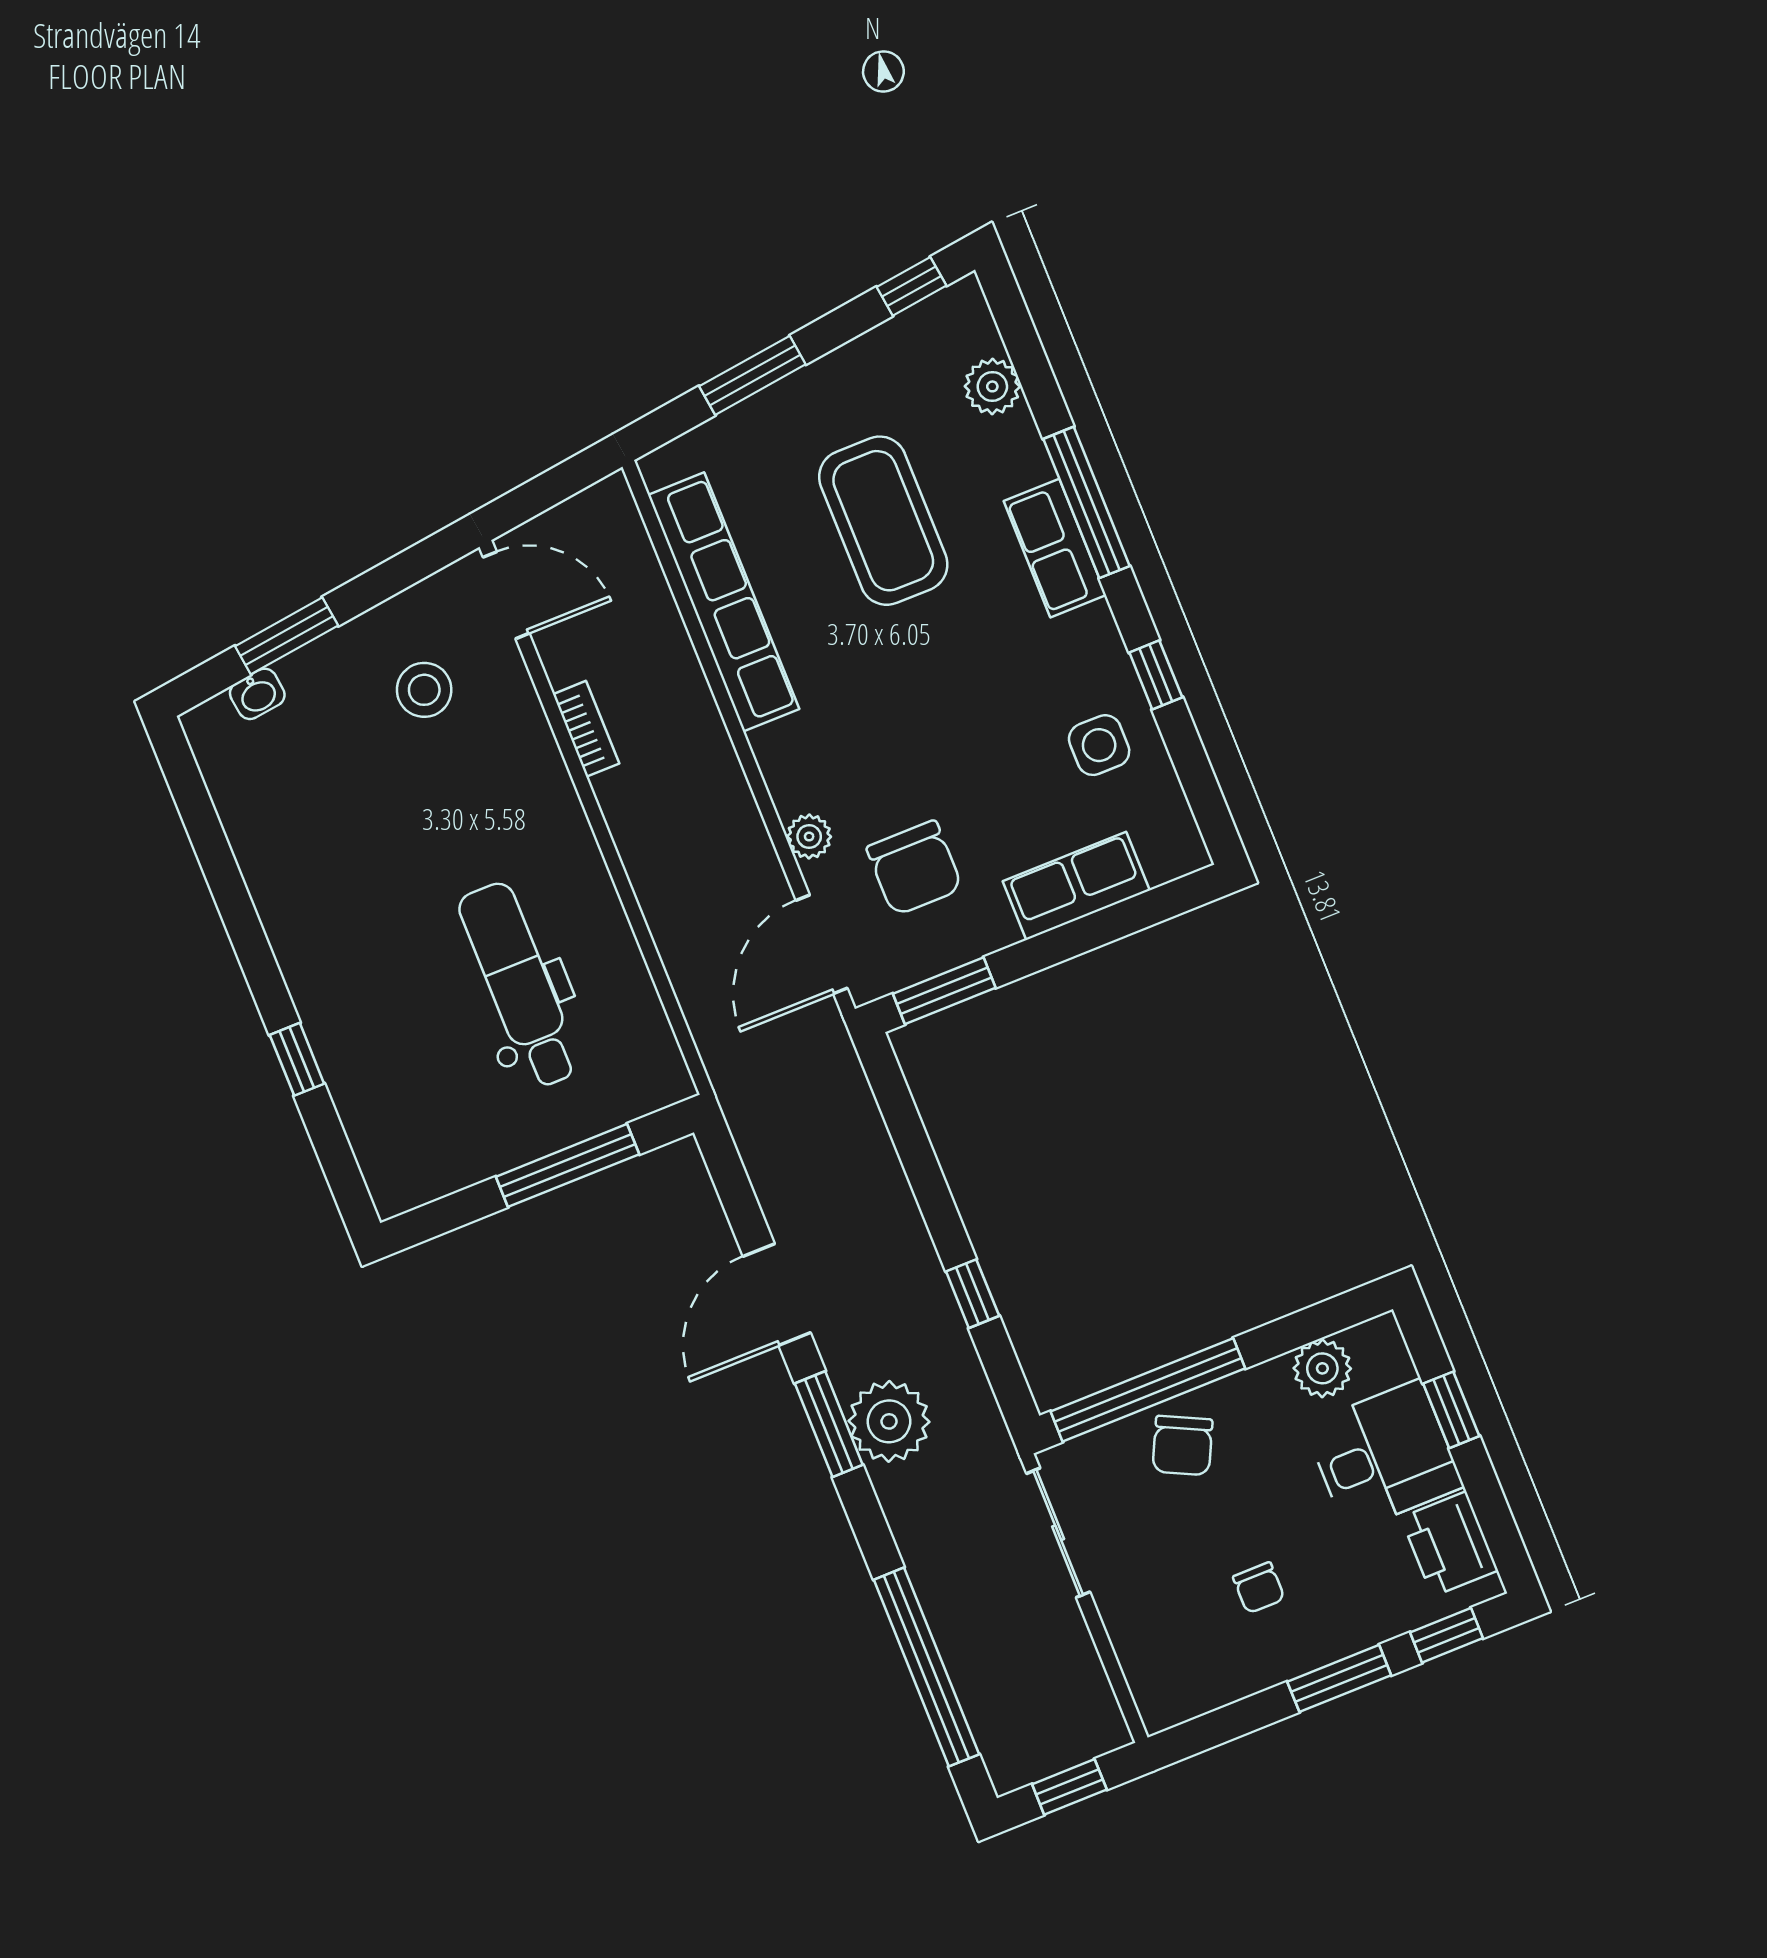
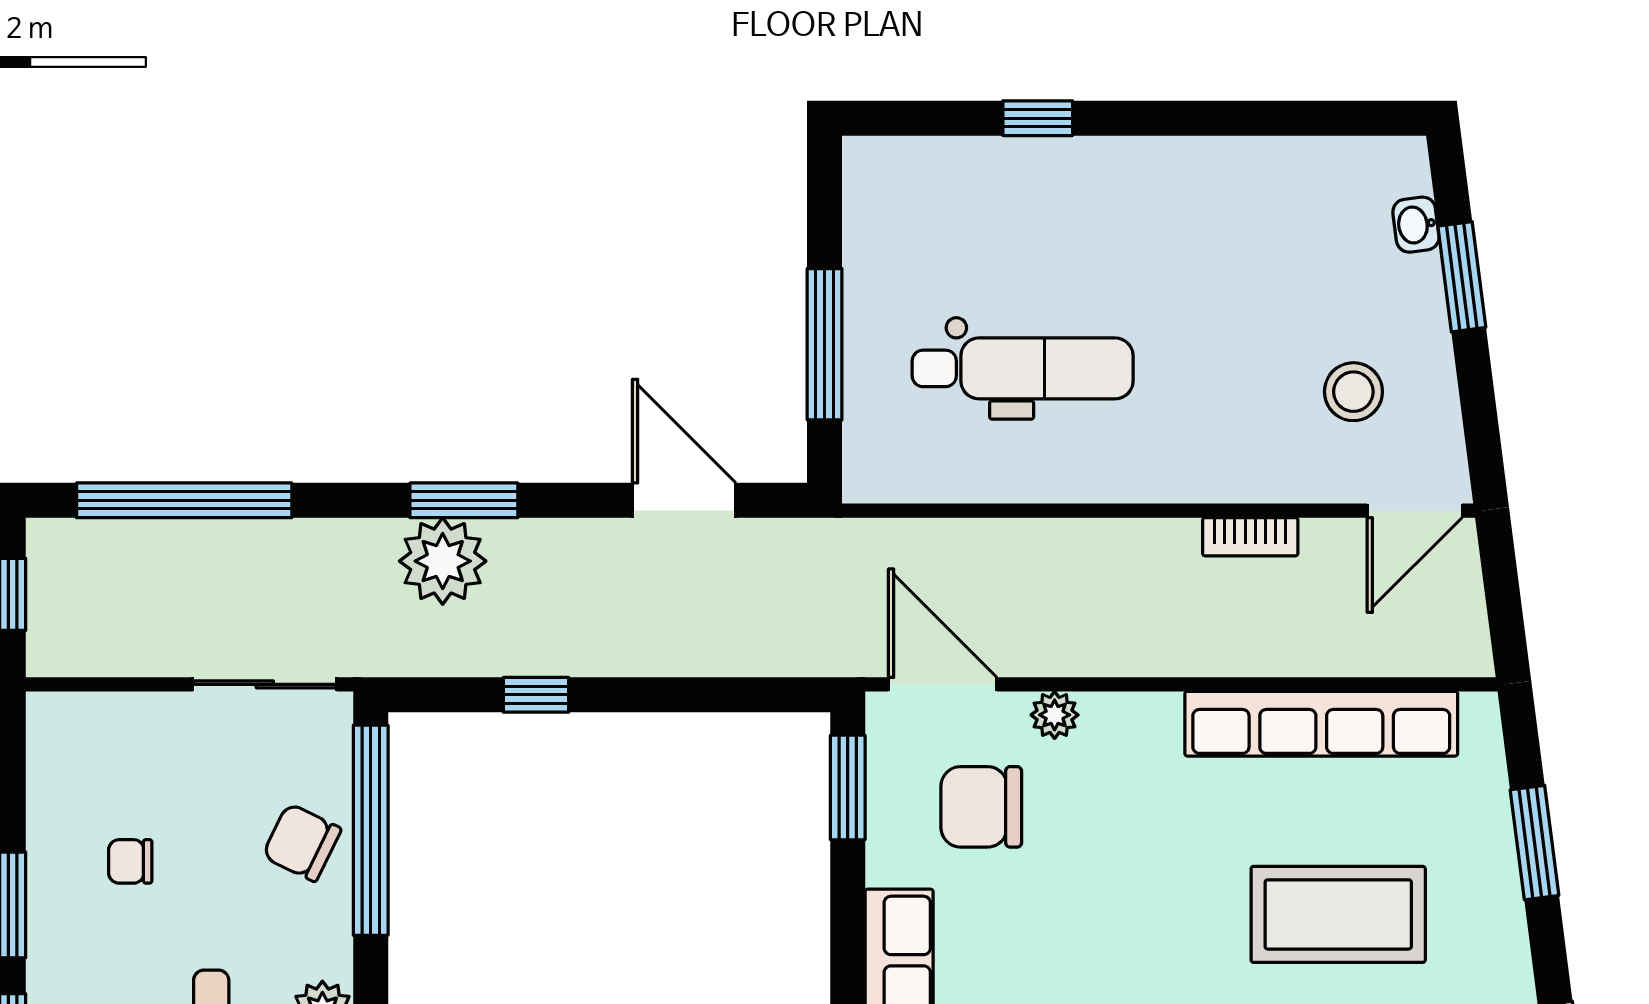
door: (777, 1295) -> (684, 500), moved

